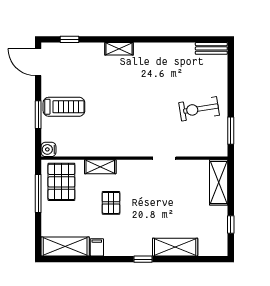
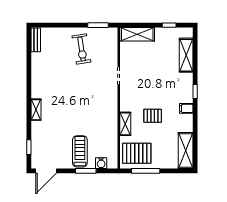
water cooler: (48, 149) -> (101, 163), moved
filing cabinet: (97, 247) -> (186, 108), moved
shelving: (175, 247) -> (186, 55), moved

